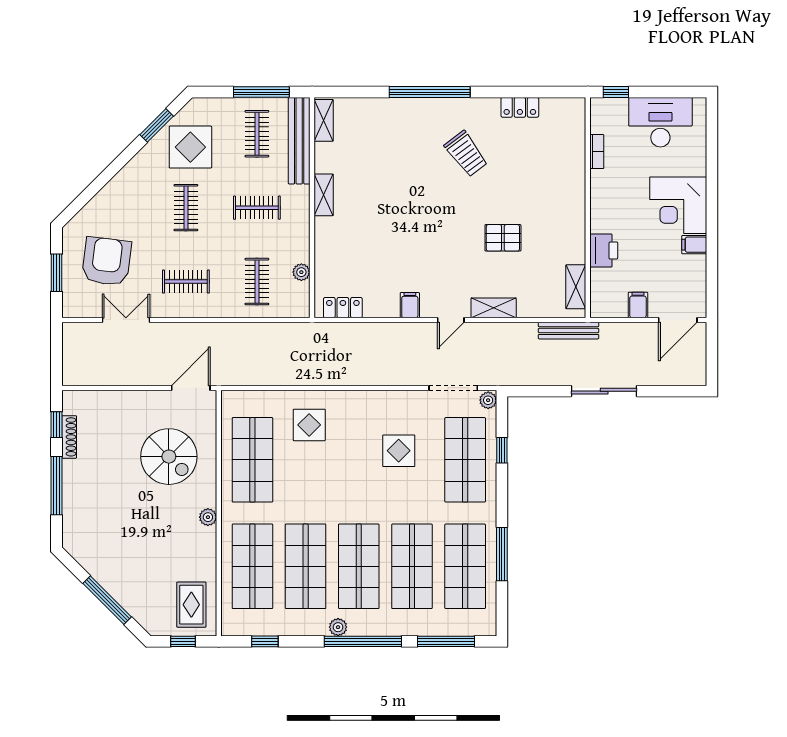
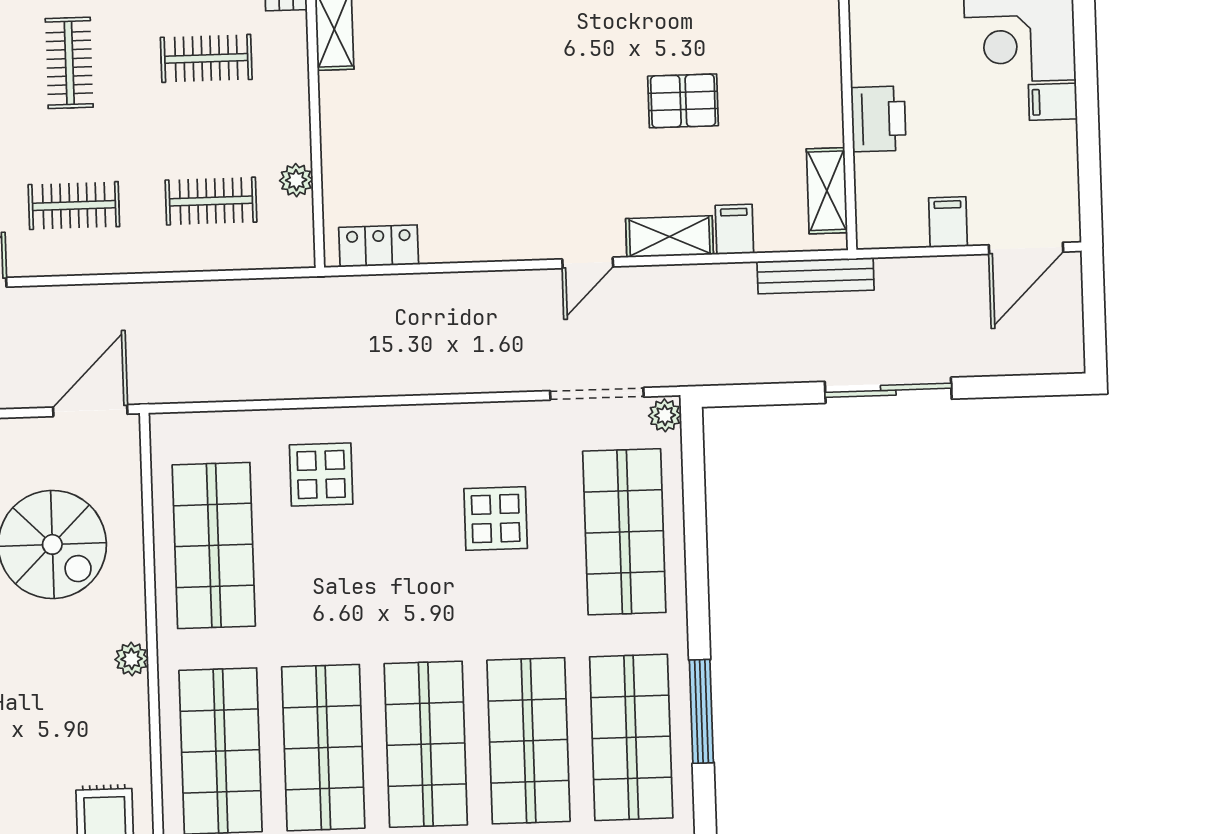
clothes rail: (257, 282) -> (211, 201), turned 90
filing cabinet: (410, 305) -> (734, 229), moved
window: (502, 450) -> (695, 511), removed

